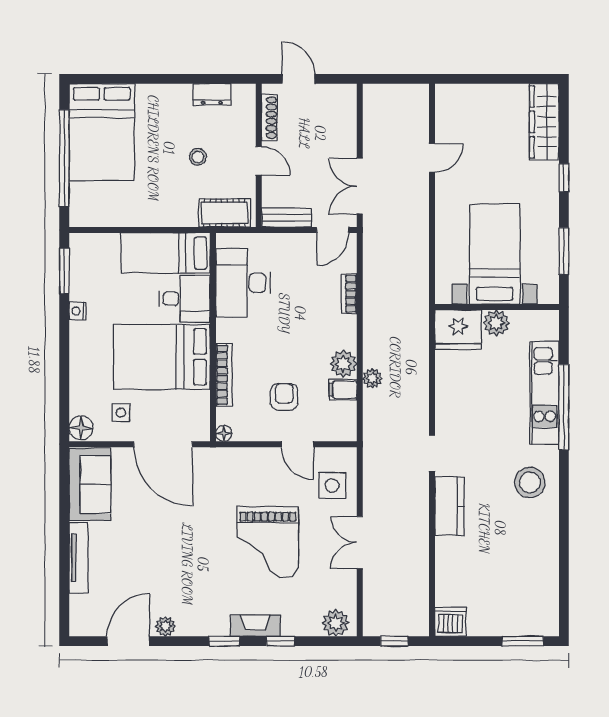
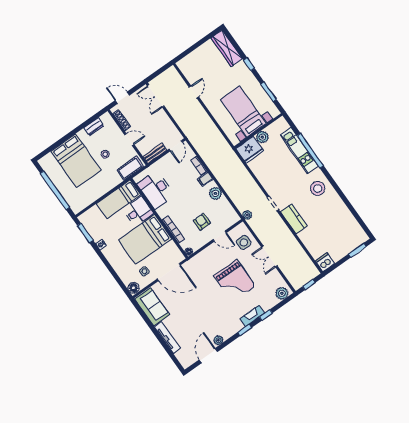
bed: (102, 132) -> (76, 161), moved
double door: (360, 186) -> (156, 96), moved
plant: (372, 378) -> (247, 215), moved
filing cabinet: (343, 390) -> (205, 179), moved

